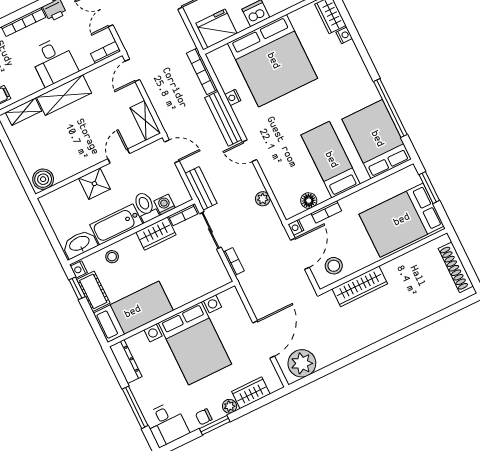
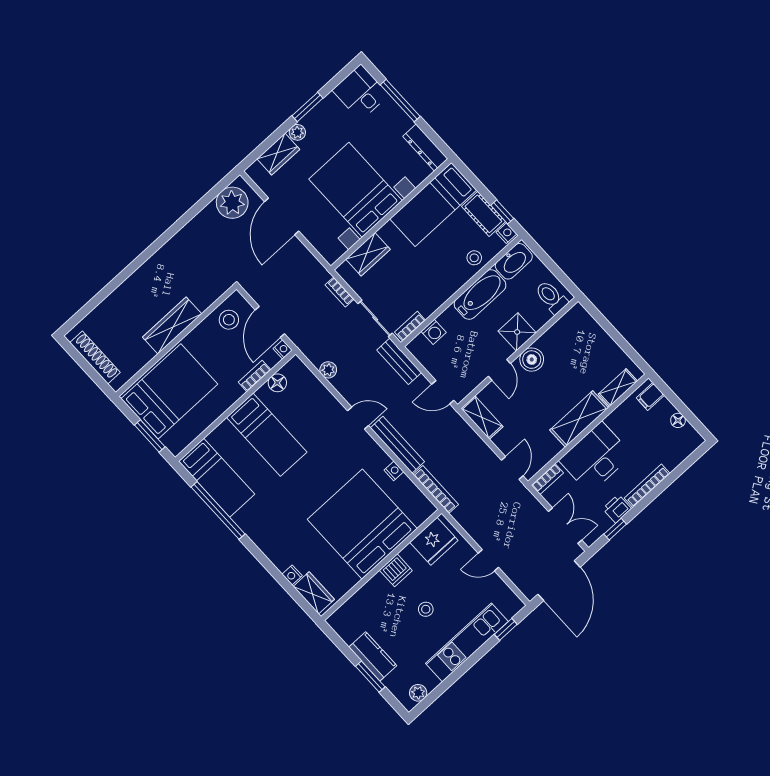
desk: (53, 61) -> (596, 458), width x1.37
bed: (377, 139) -> (217, 478), width x0.67
boiler: (43, 179) -> (532, 360), moved
toilet: (146, 207) -> (551, 297), moved, turned 180
wardrobe: (156, 234) -> (368, 254), moved, turned 180
wardrobe: (360, 286) -> (172, 325), moved
chair: (204, 417) -> (322, 113), removed

